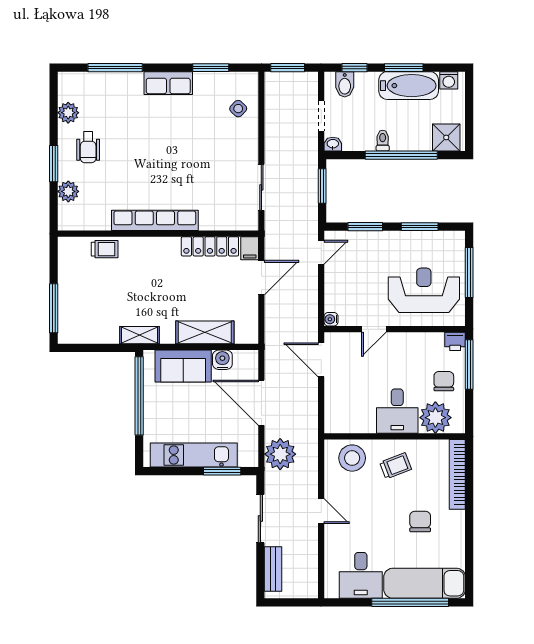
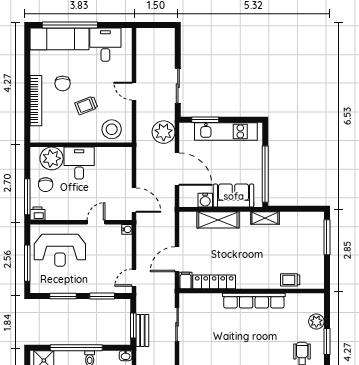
trolley: (396, 466) -> (86, 105), moved
bookcase: (457, 474) -> (36, 101), moved
bench: (273, 569) -> (142, 331), moved

